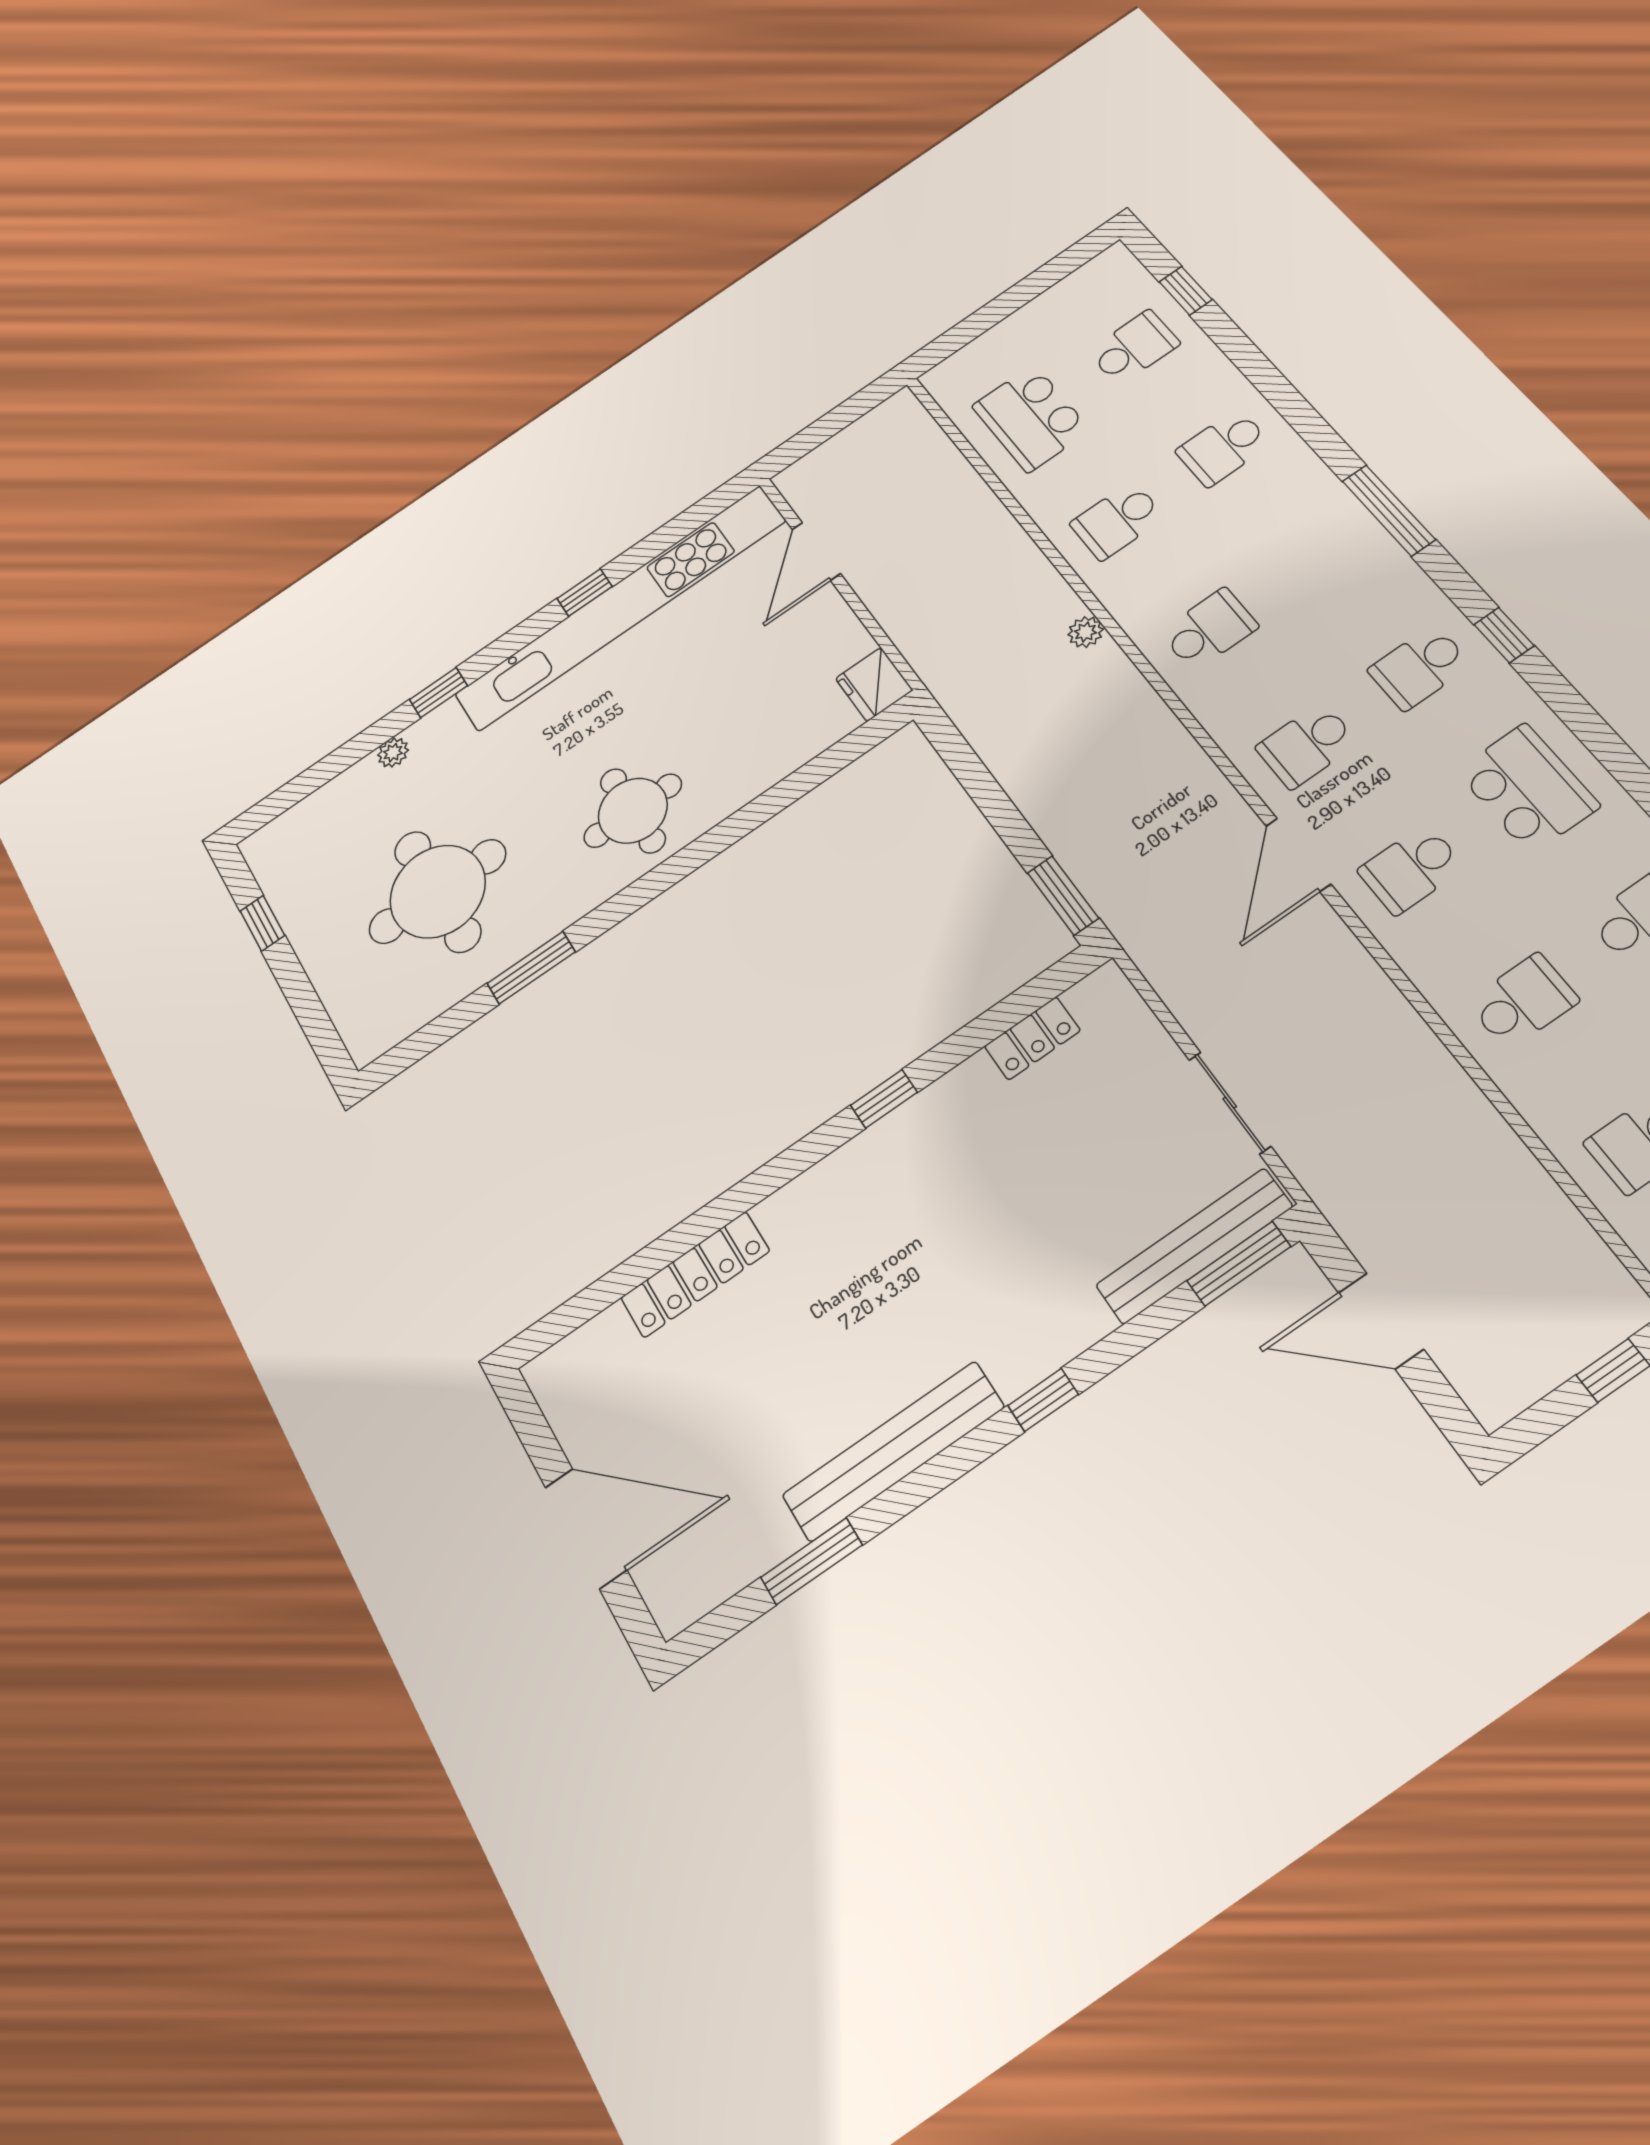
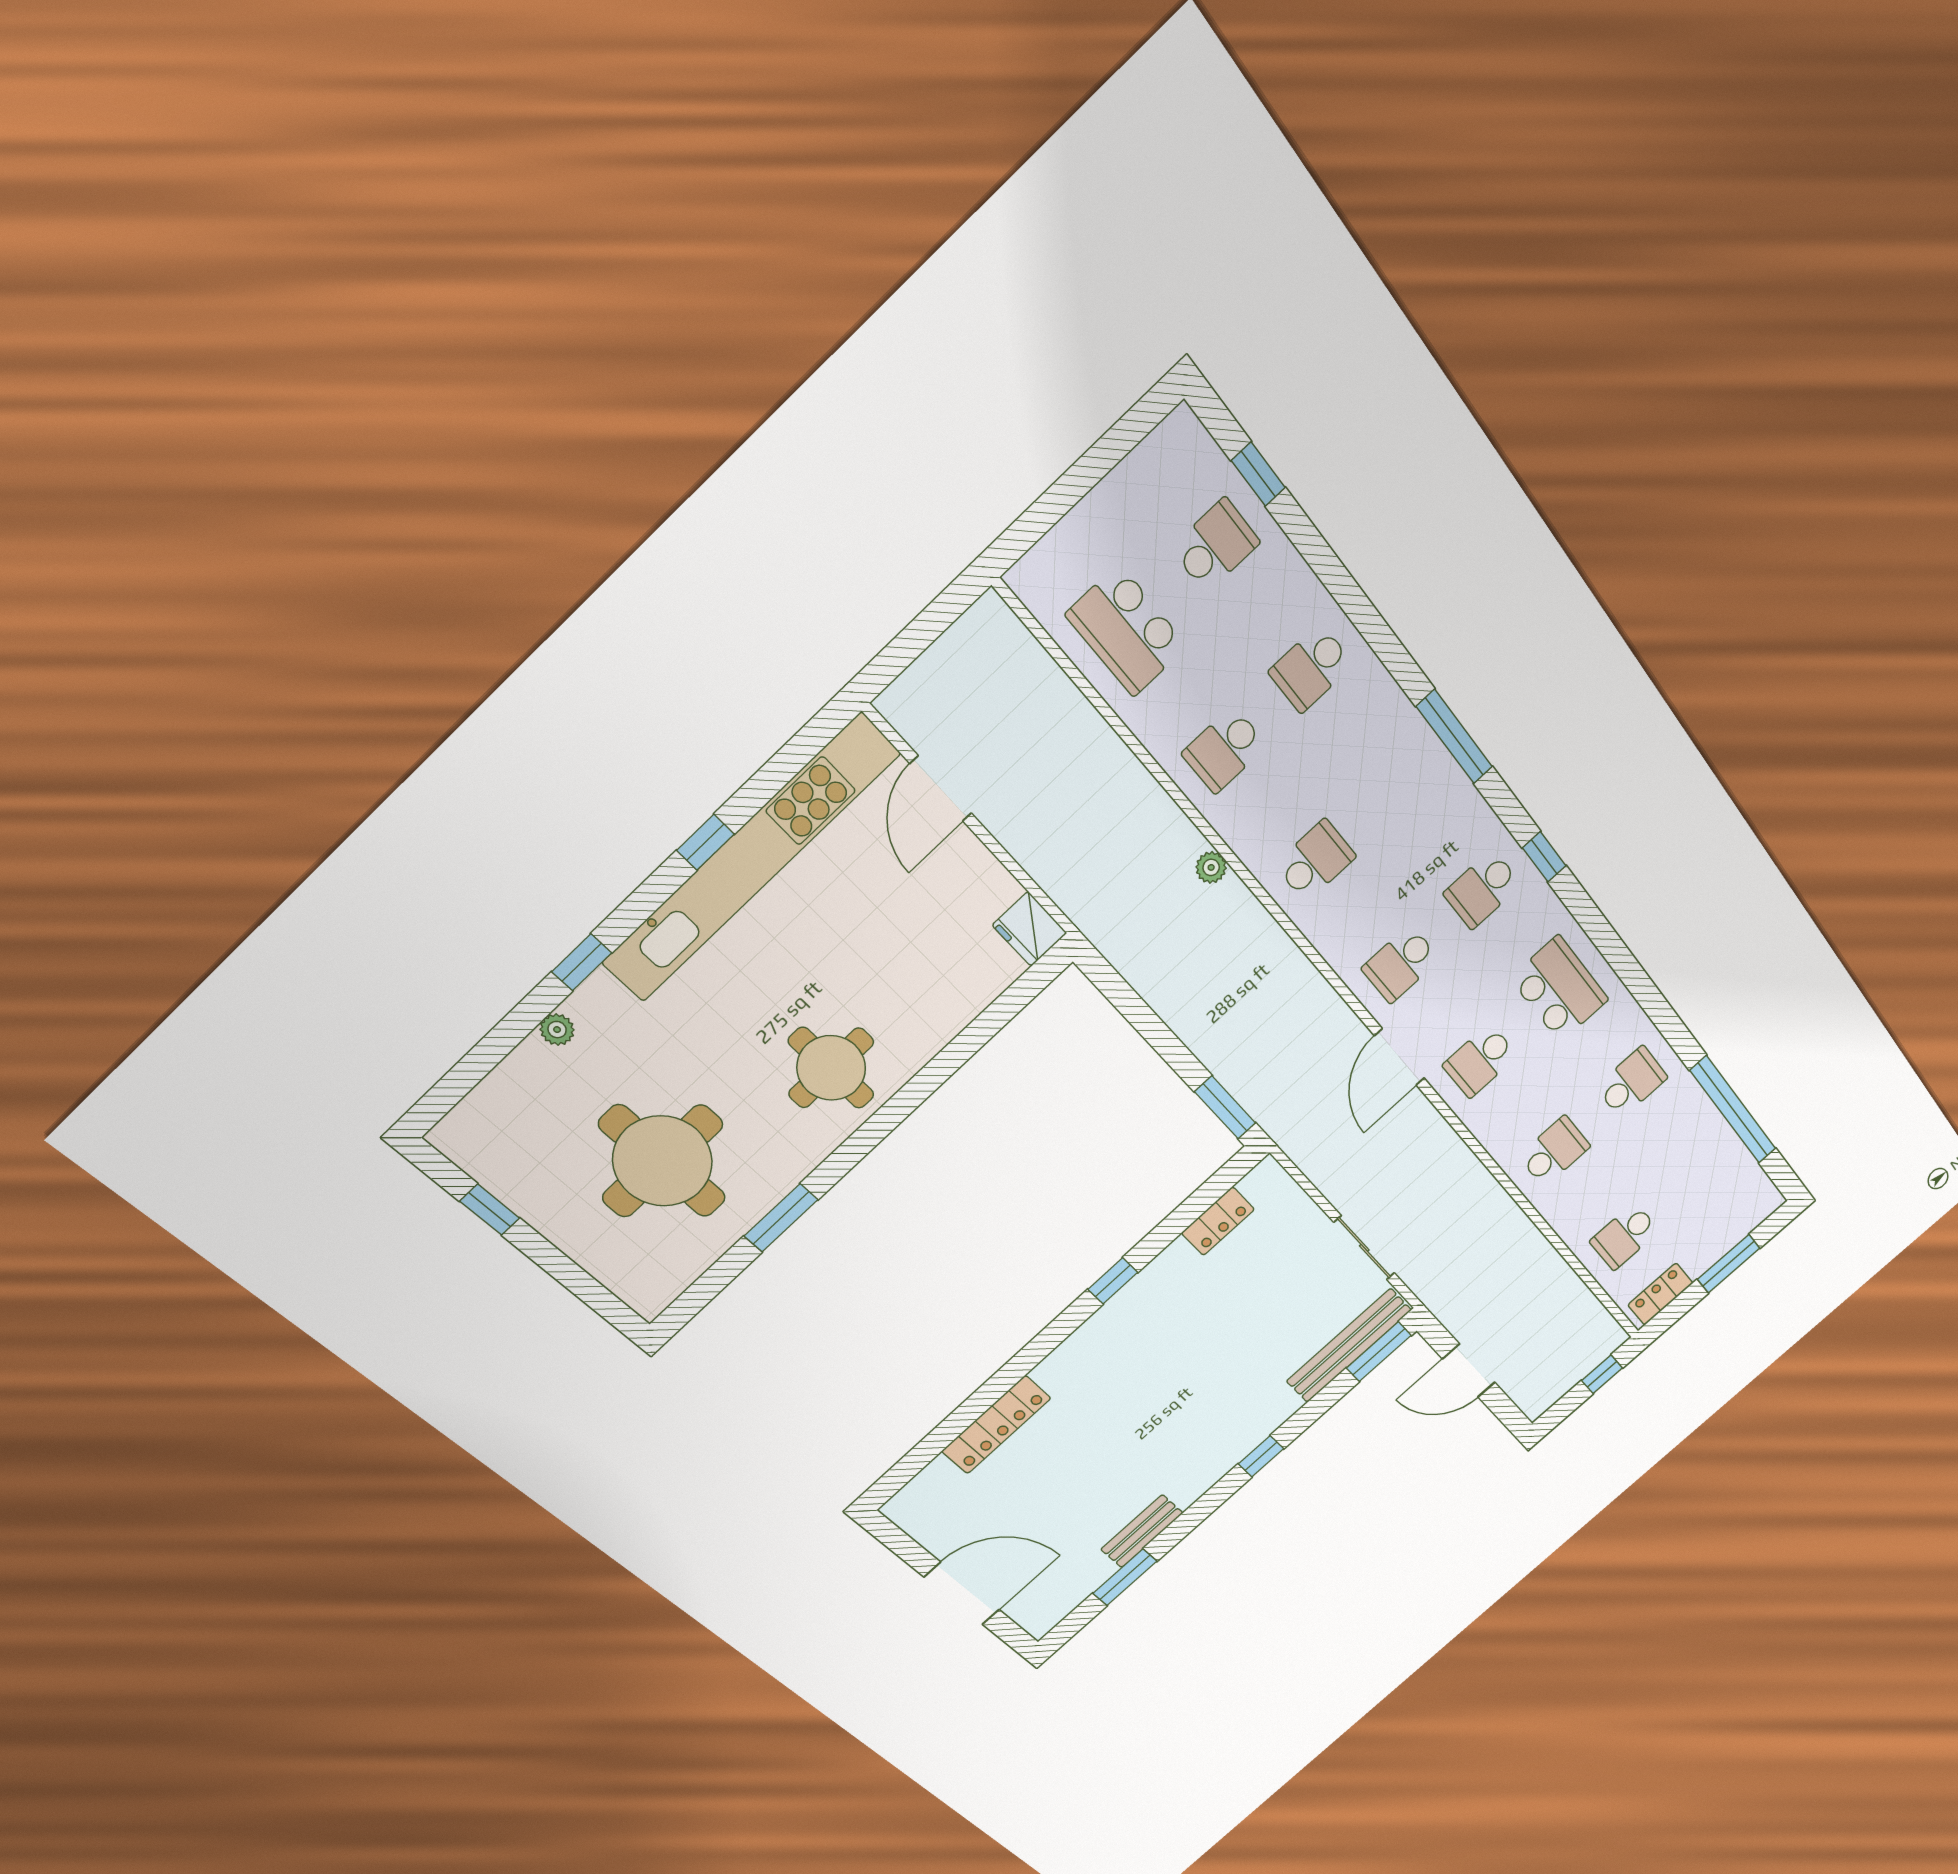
bench: (893, 1451) -> (1142, 1531), width x0.54, depth x0.82

